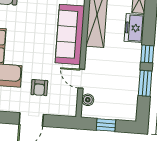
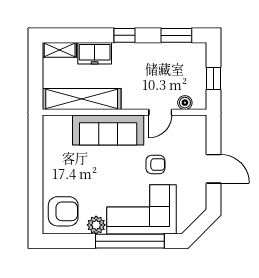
window: (145, 83) -> (176, 35), moved
armchair: (39, 88) -> (155, 164), moved

